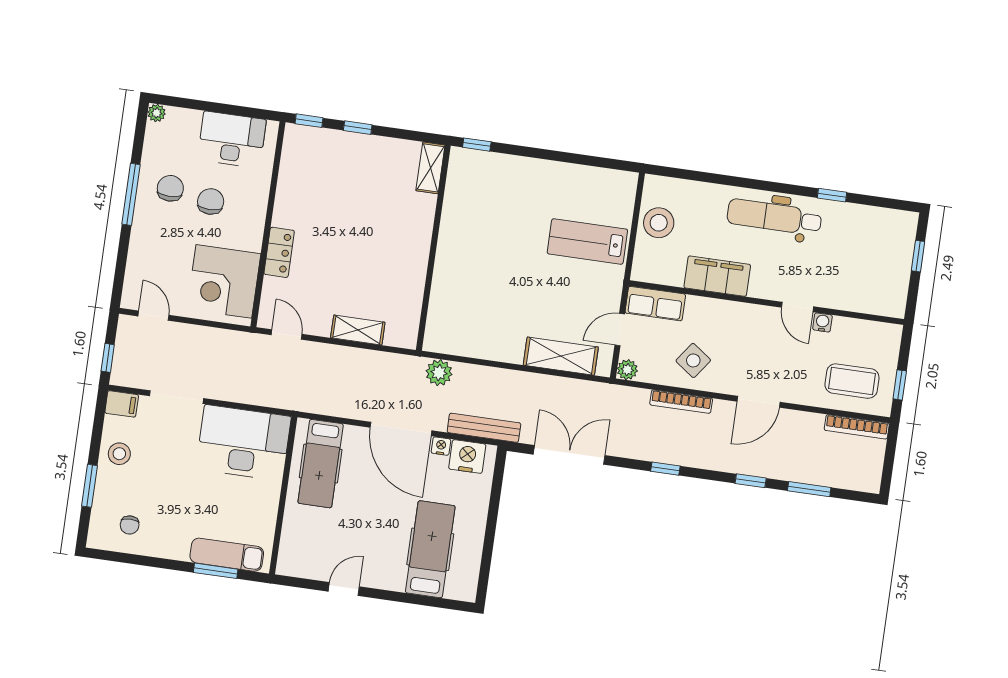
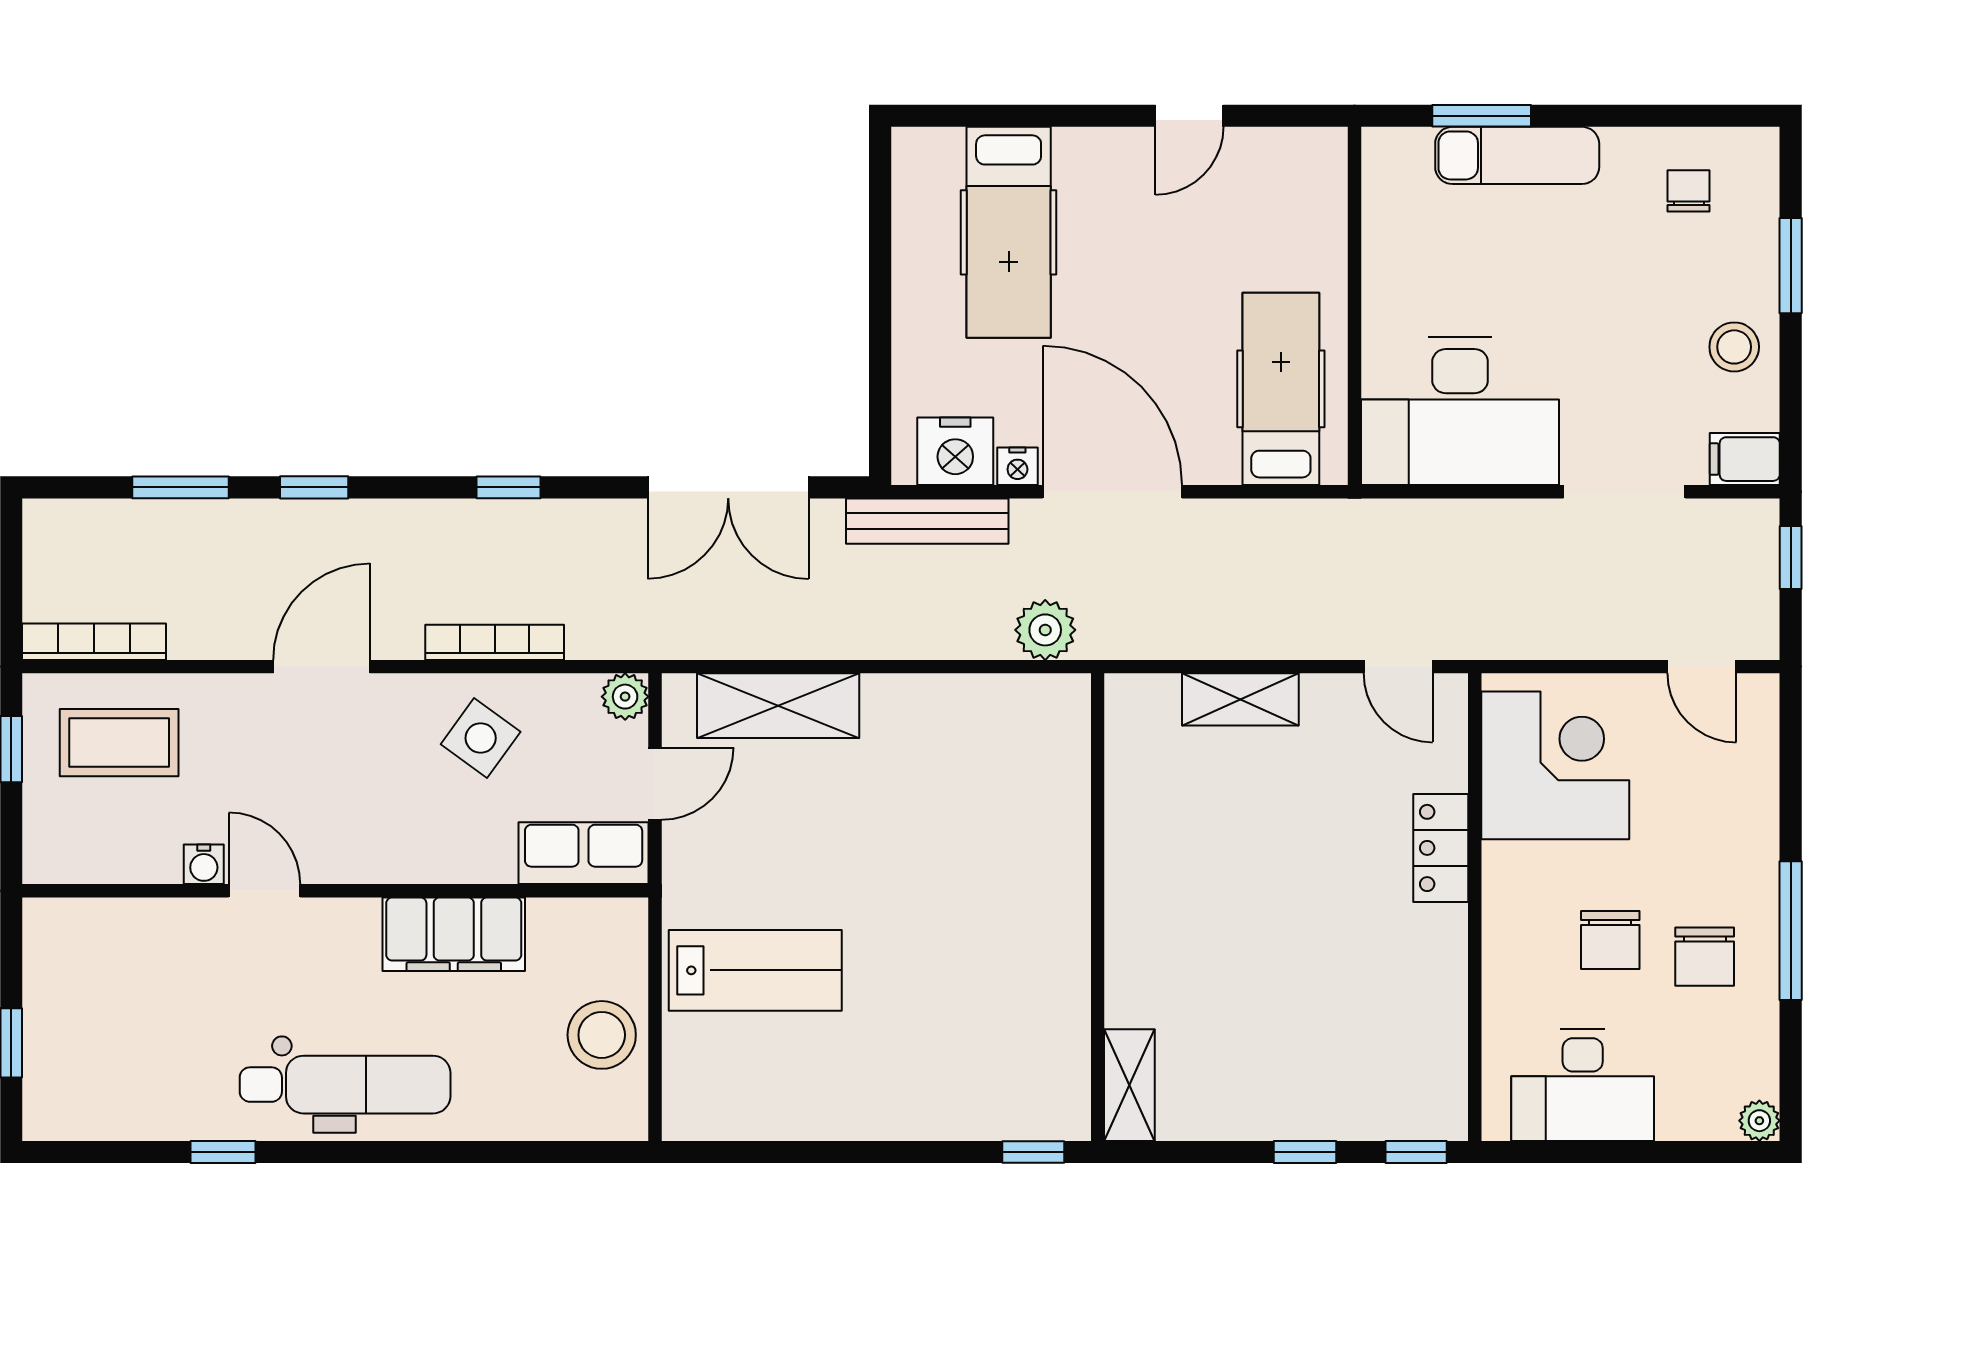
exam couch: (227, 555) -> (1517, 155), moved

